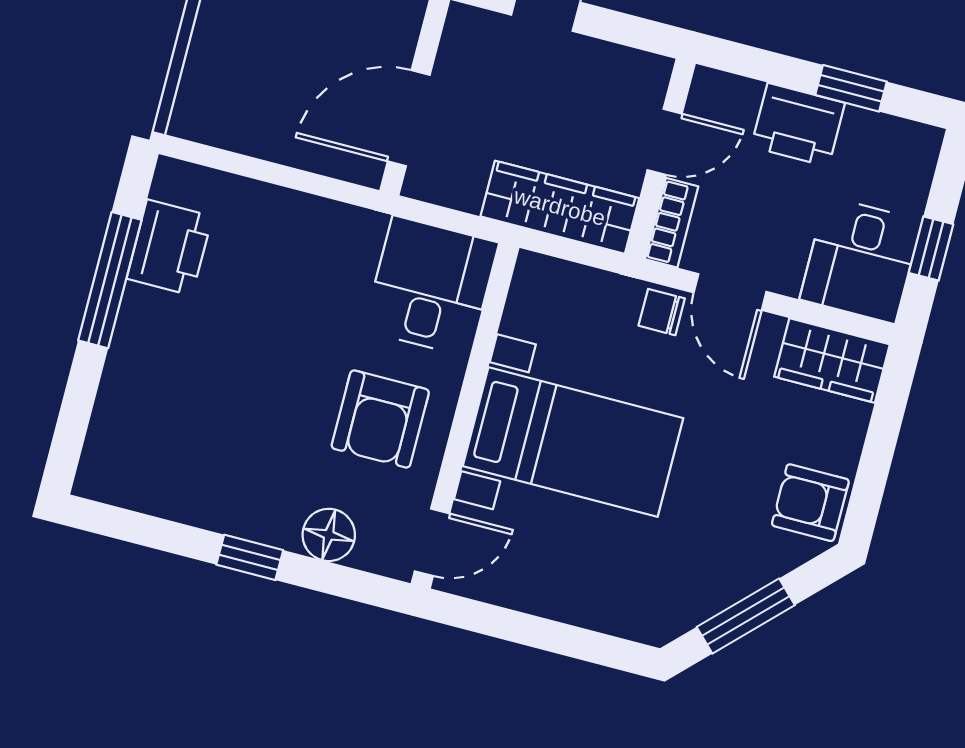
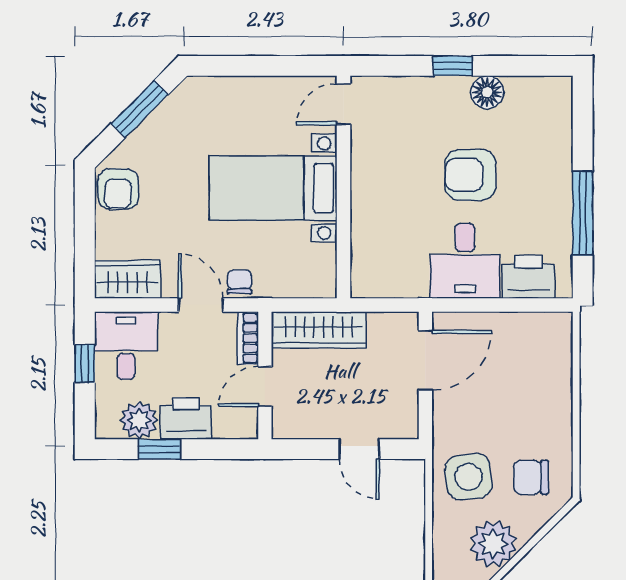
plant: (871, 140) -> (139, 420), added
printer: (170, 247) -> (528, 277), moved, turned 90
desk: (431, 286) -> (465, 261), moved
chair: (662, 312) -> (240, 282), turned -90
armchair: (380, 419) -> (470, 175), moved, turned -90
armchair: (810, 503) -> (118, 189), turned 90
floor lamp: (329, 535) -> (487, 92), moved

